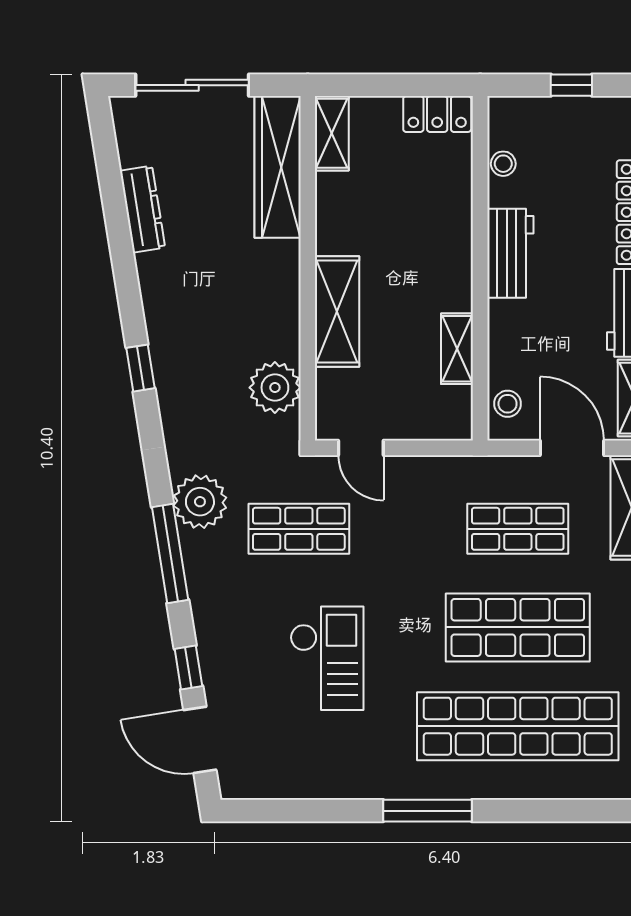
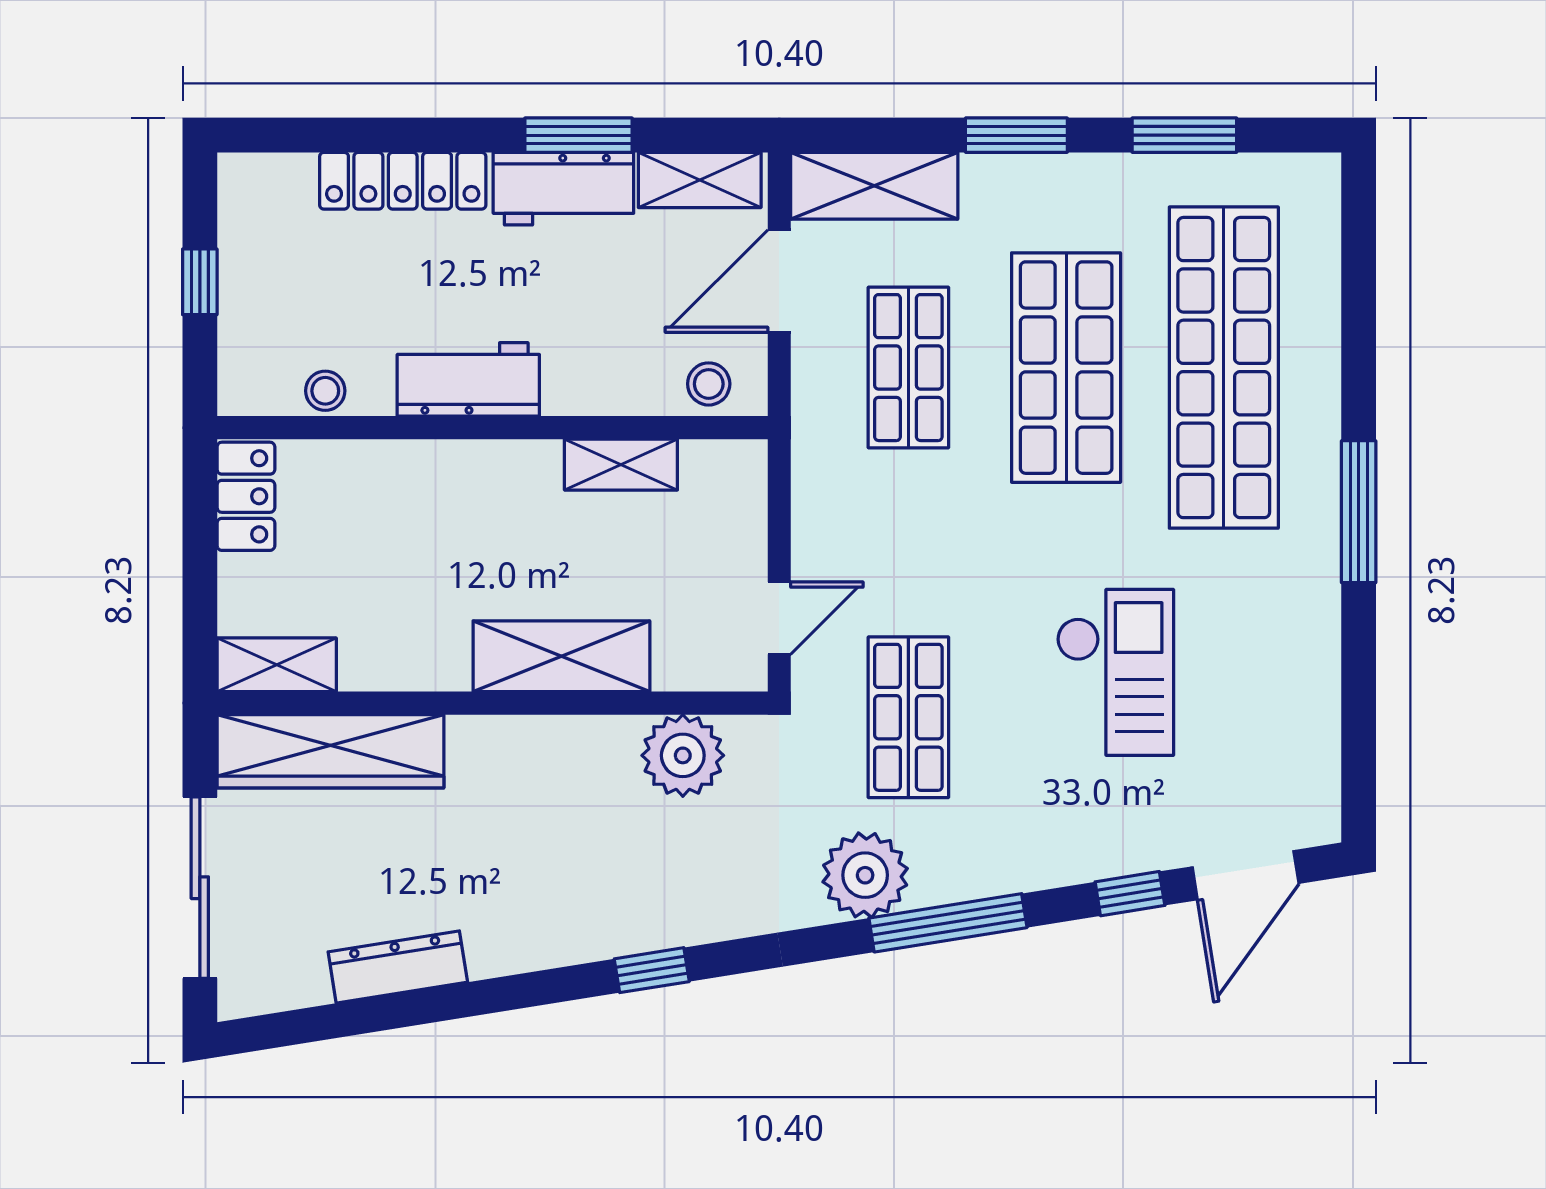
checkout: (327, 658) -> (1115, 672), turned 90

